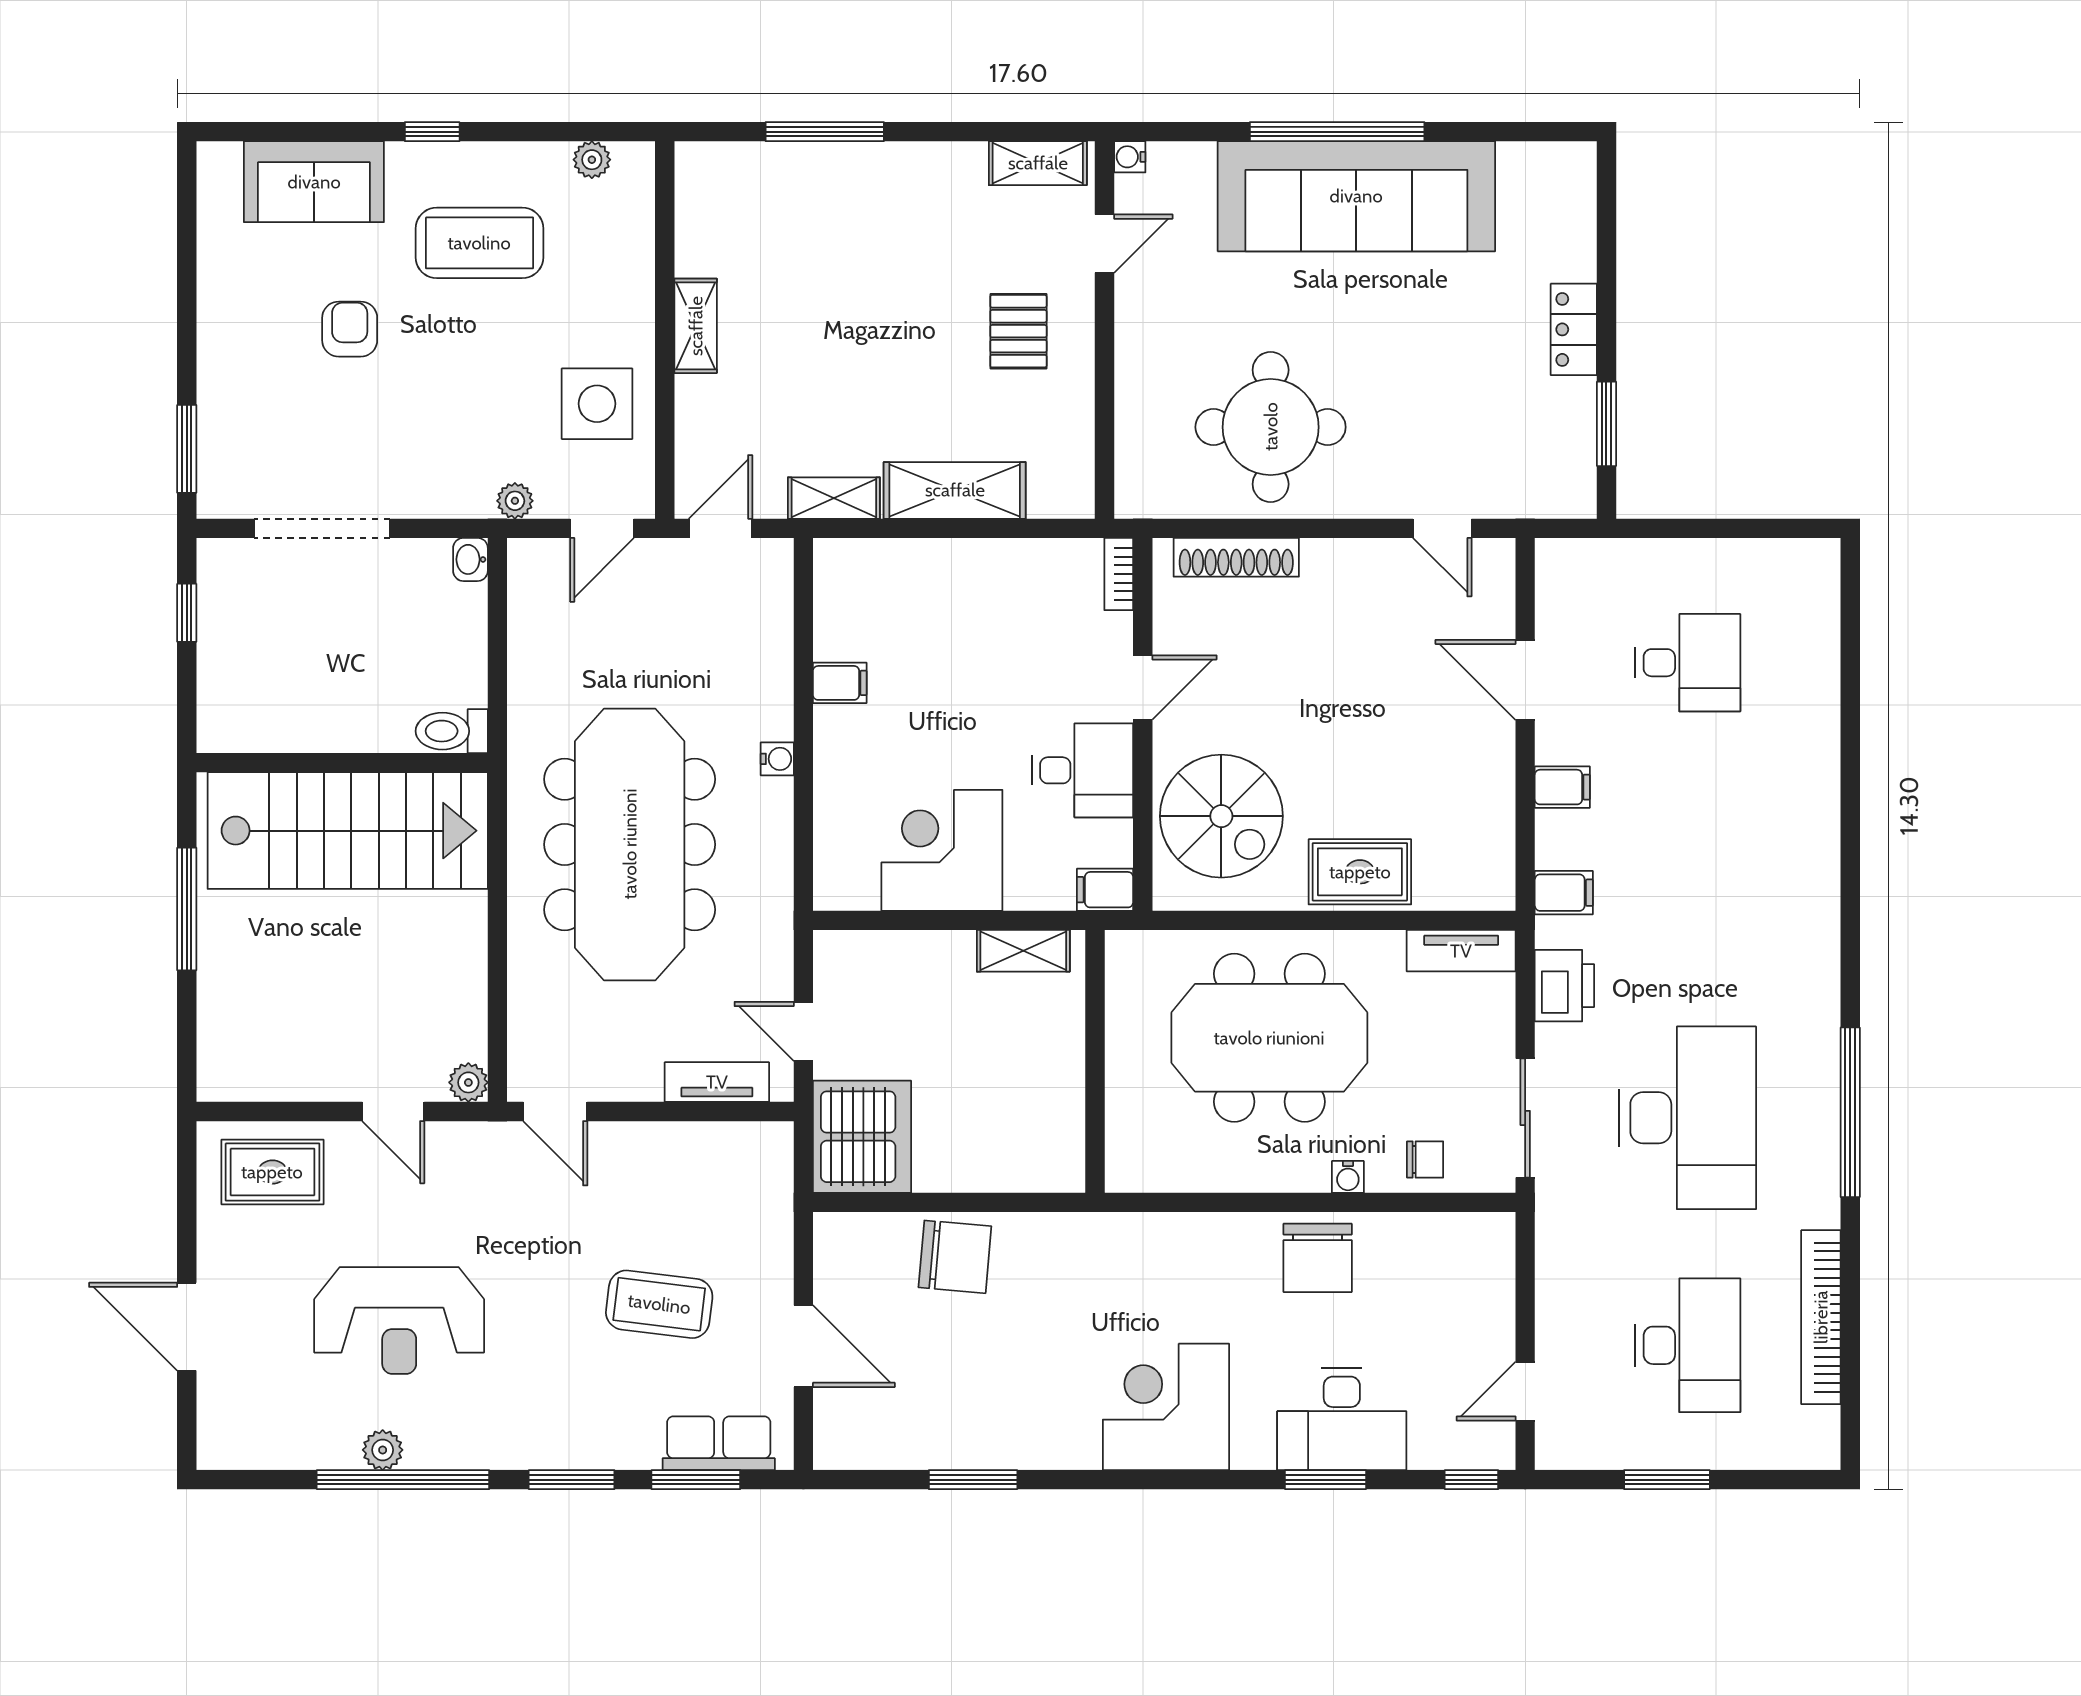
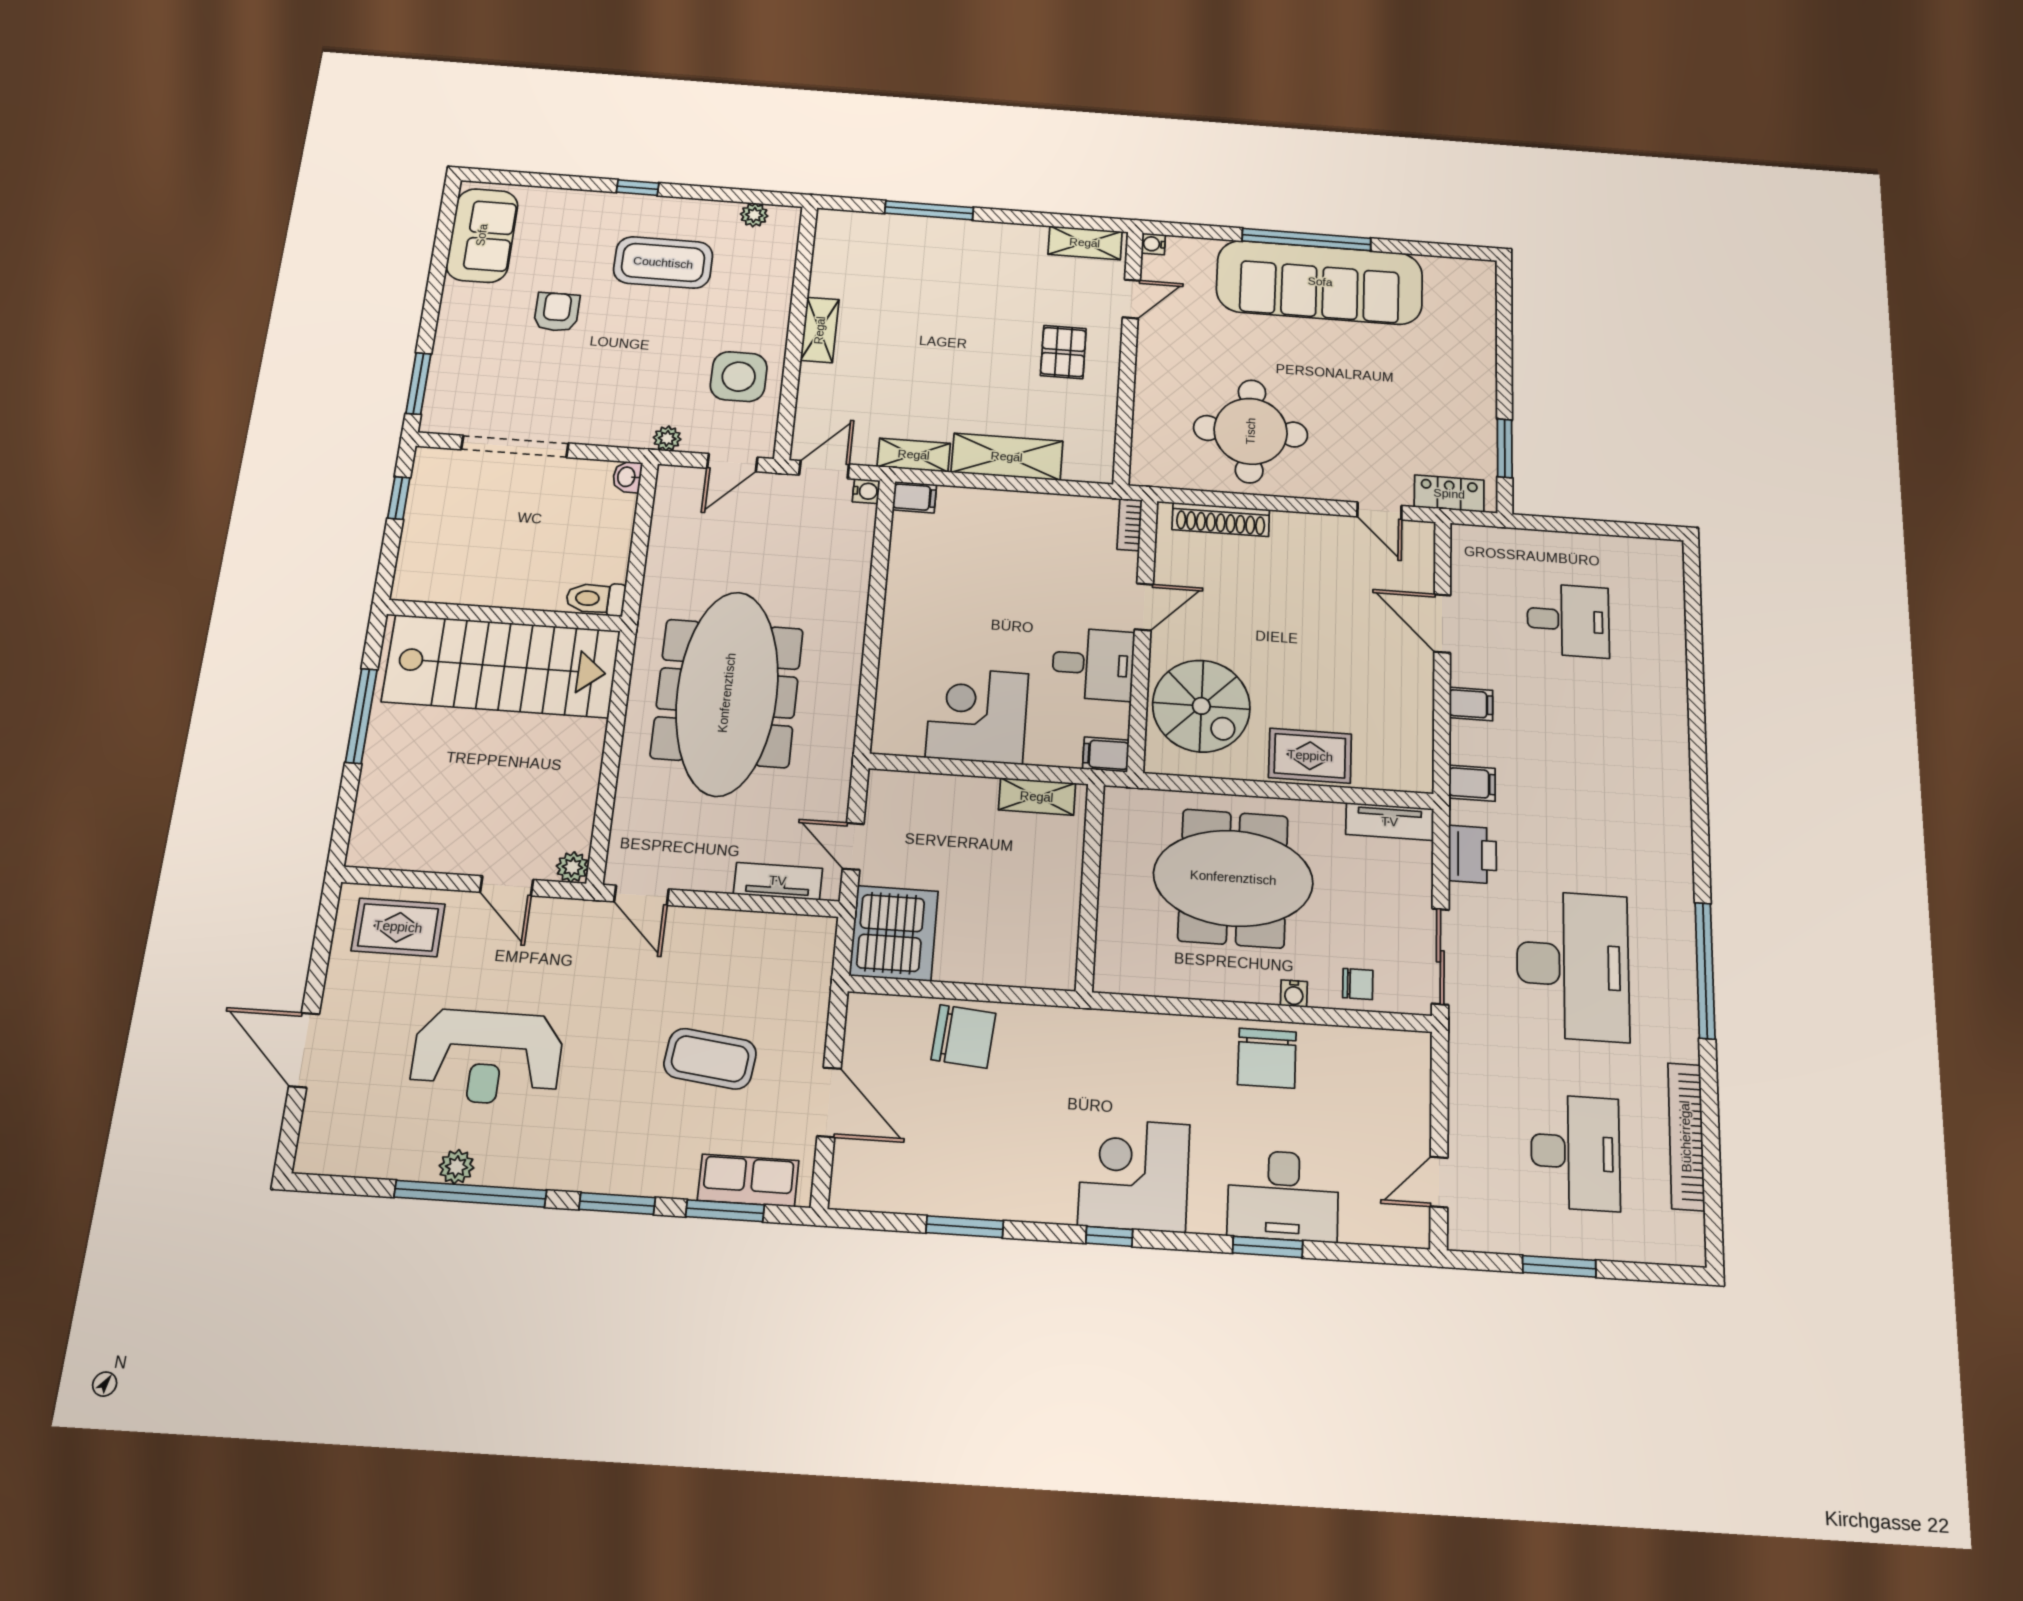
sofa: (314, 182) -> (482, 235), moved, turned -90
locker: (1574, 329) -> (1449, 494), moved, turned 90
filing cabinet: (840, 683) -> (914, 497), moved
water cooler: (777, 759) -> (866, 491), moved
window: (1471, 1480) -> (1109, 1236), moved

